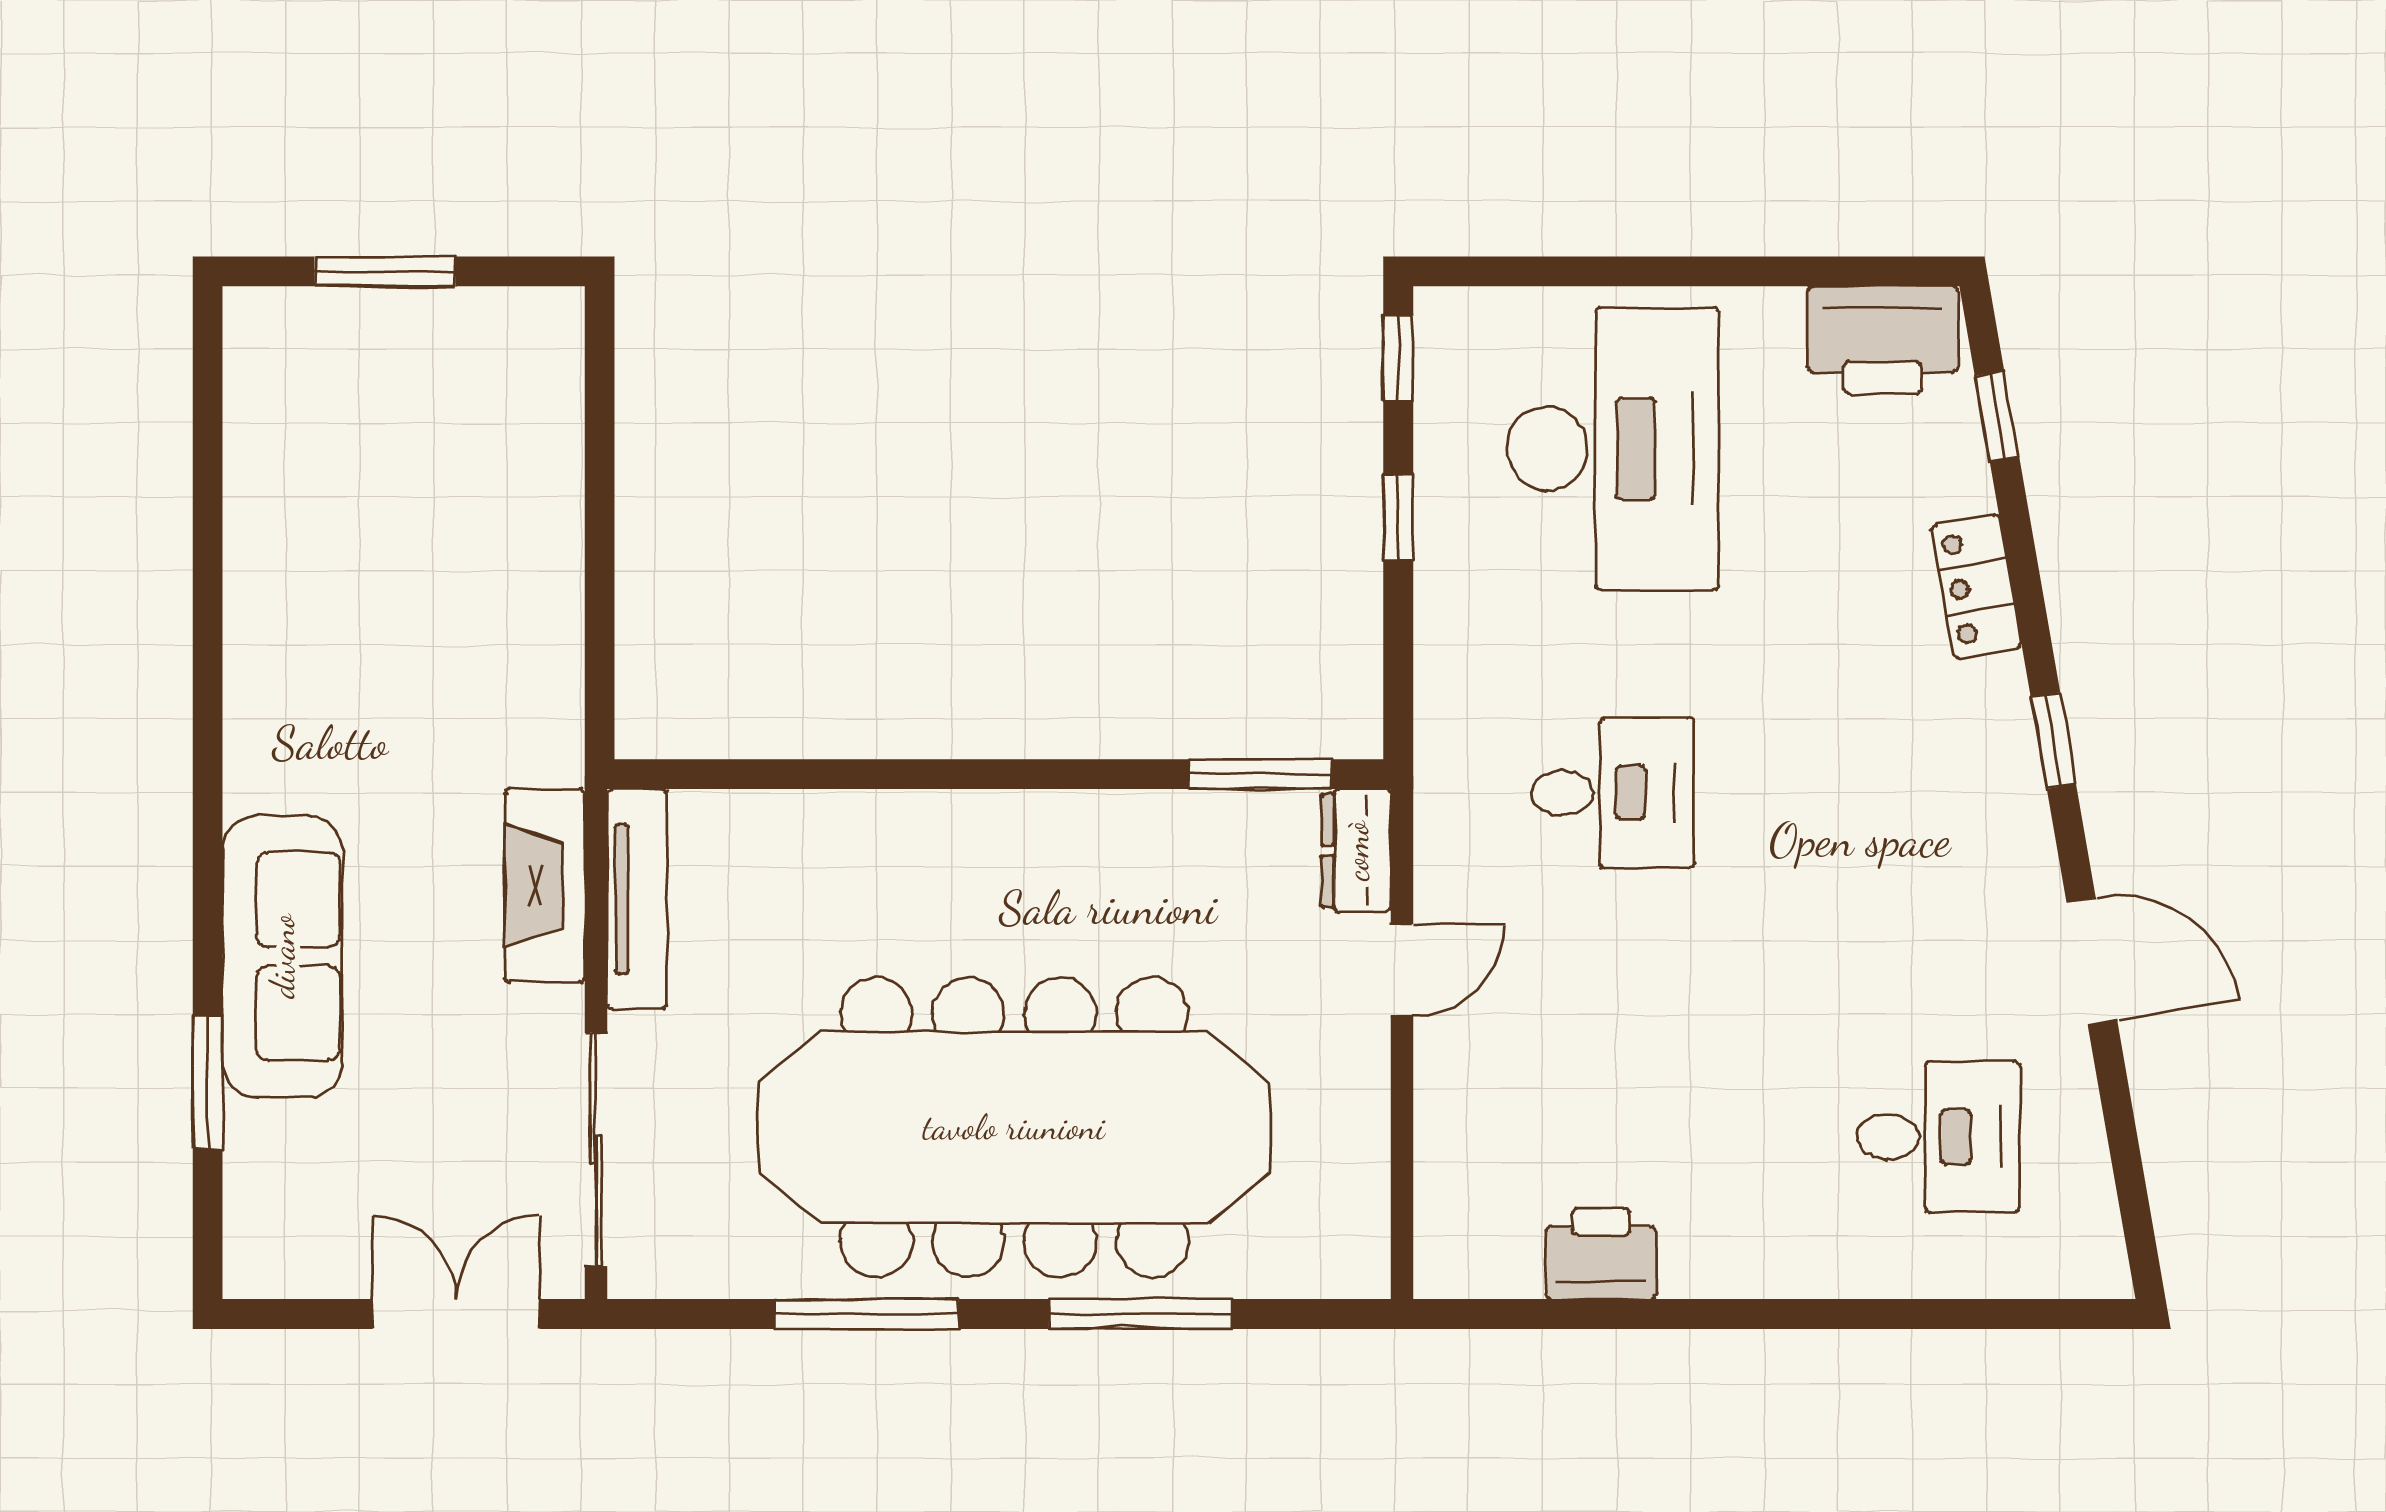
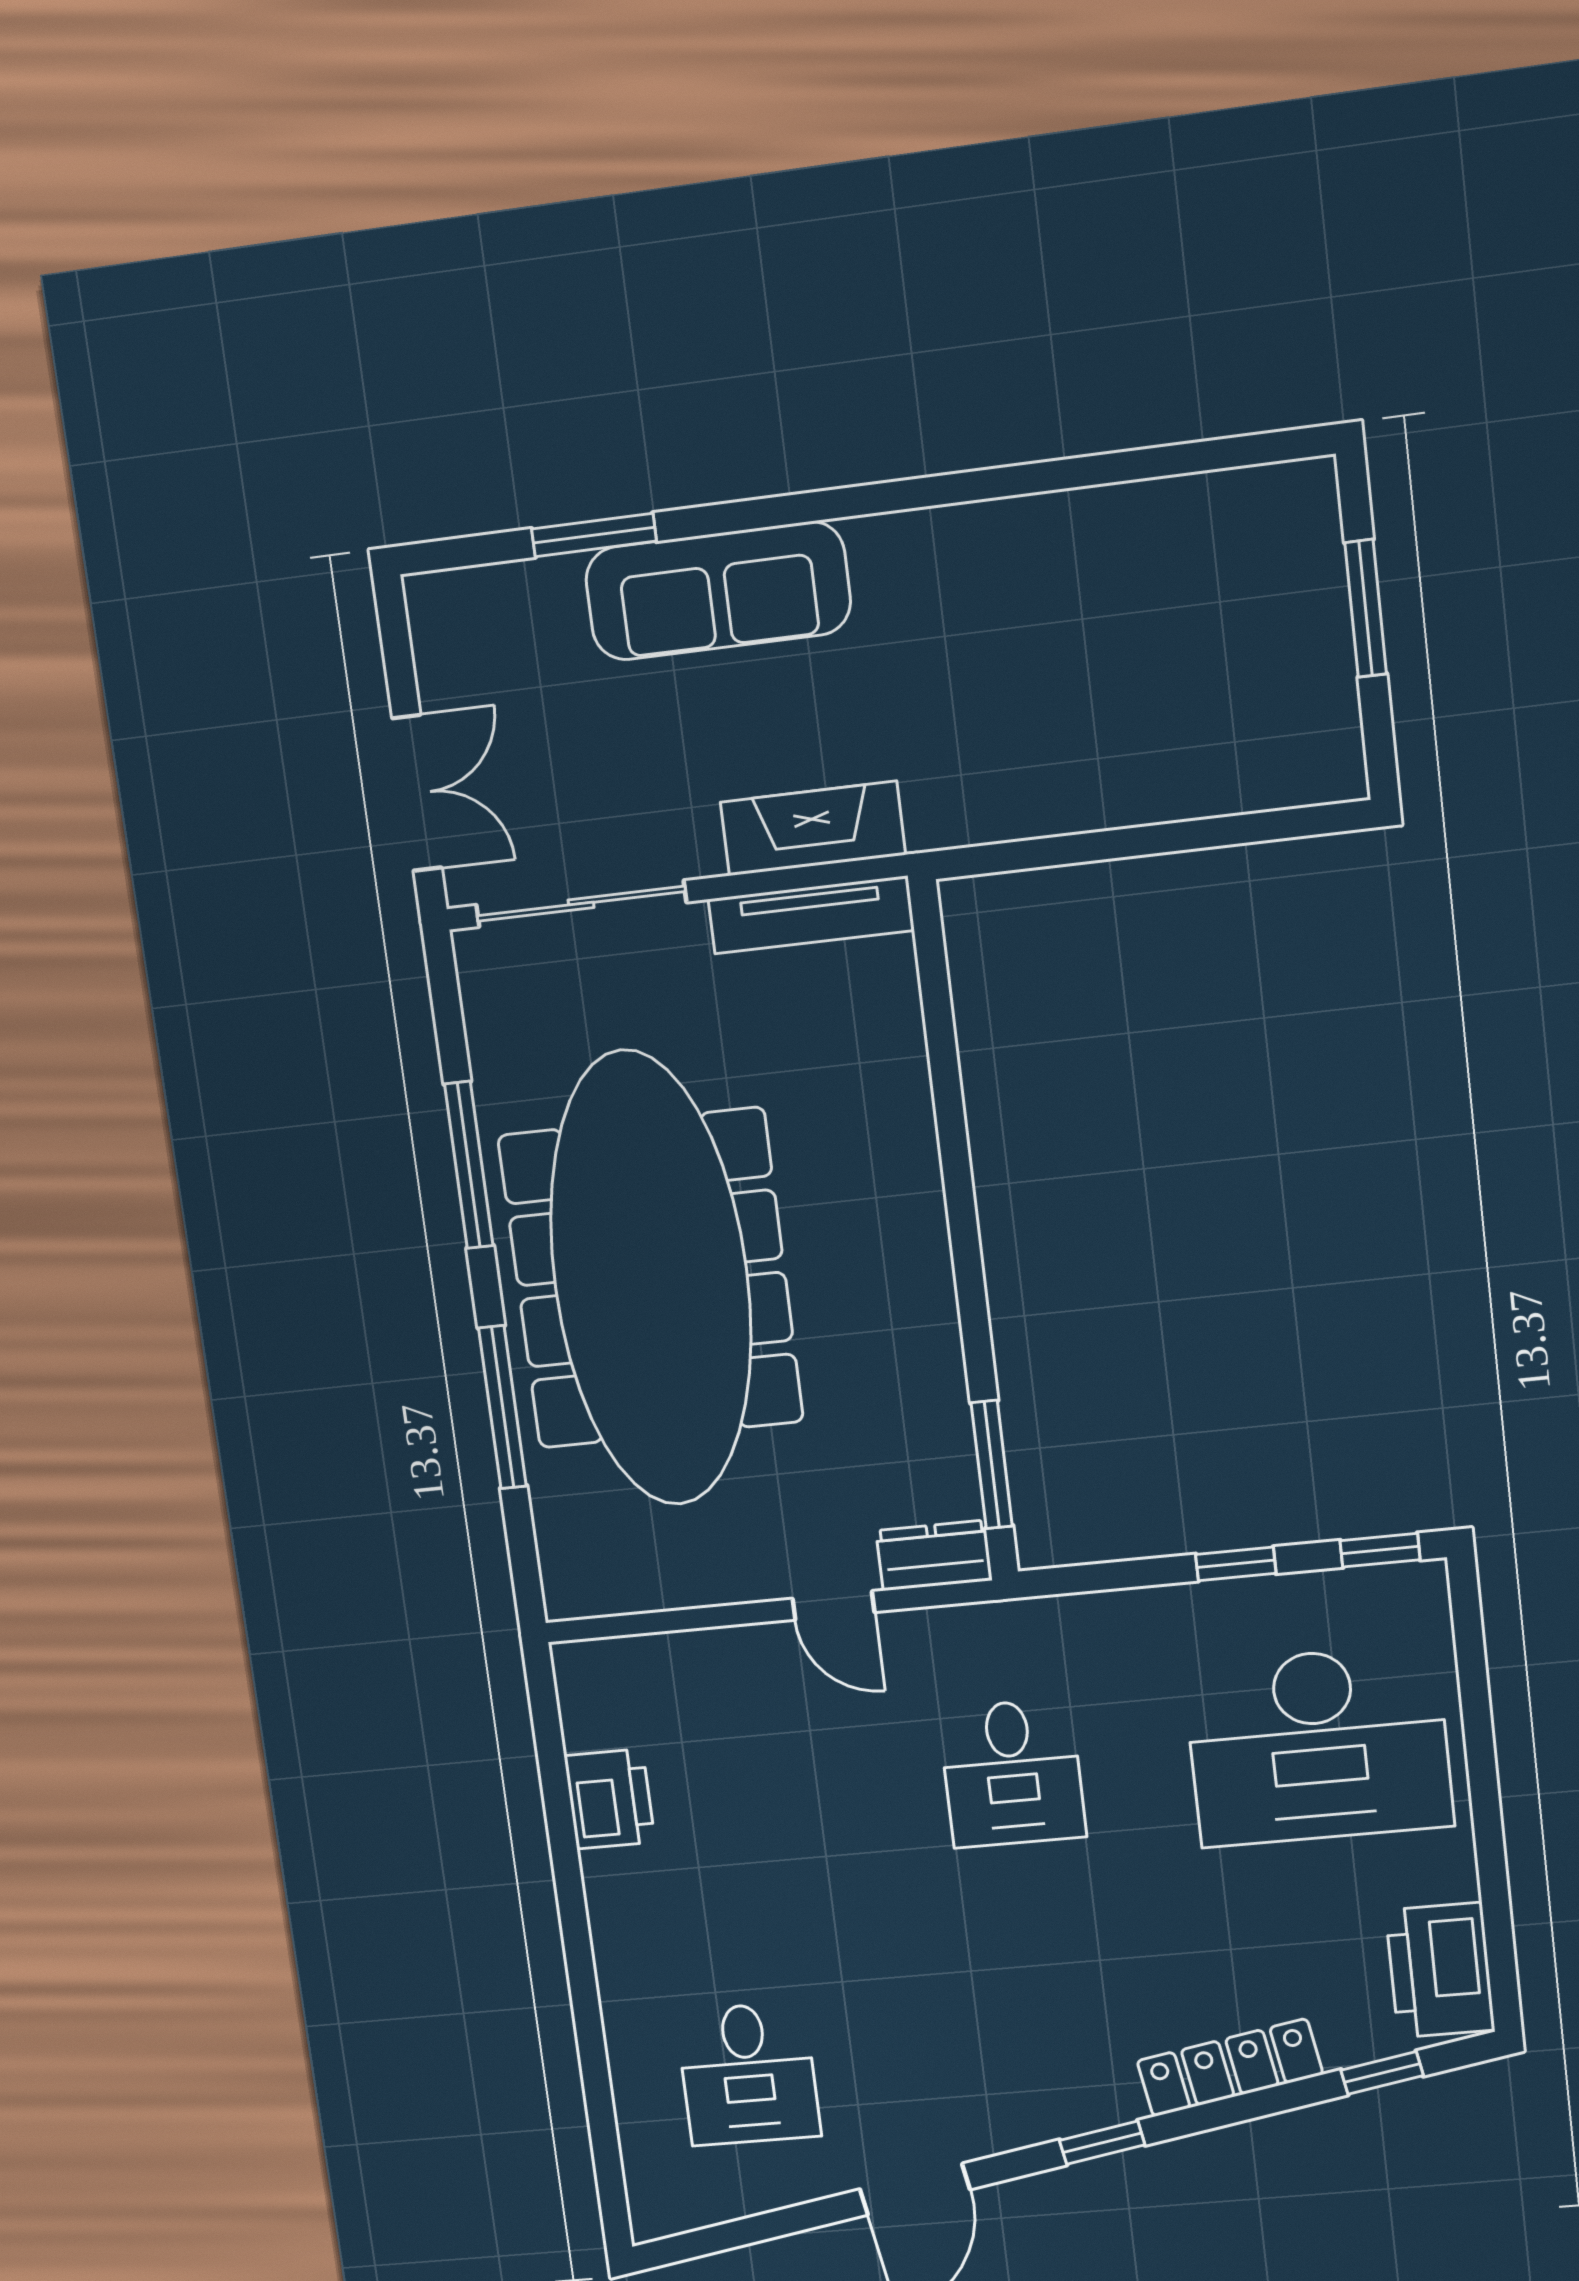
locker: (1977, 586) -> (1230, 2068), width x1.53

